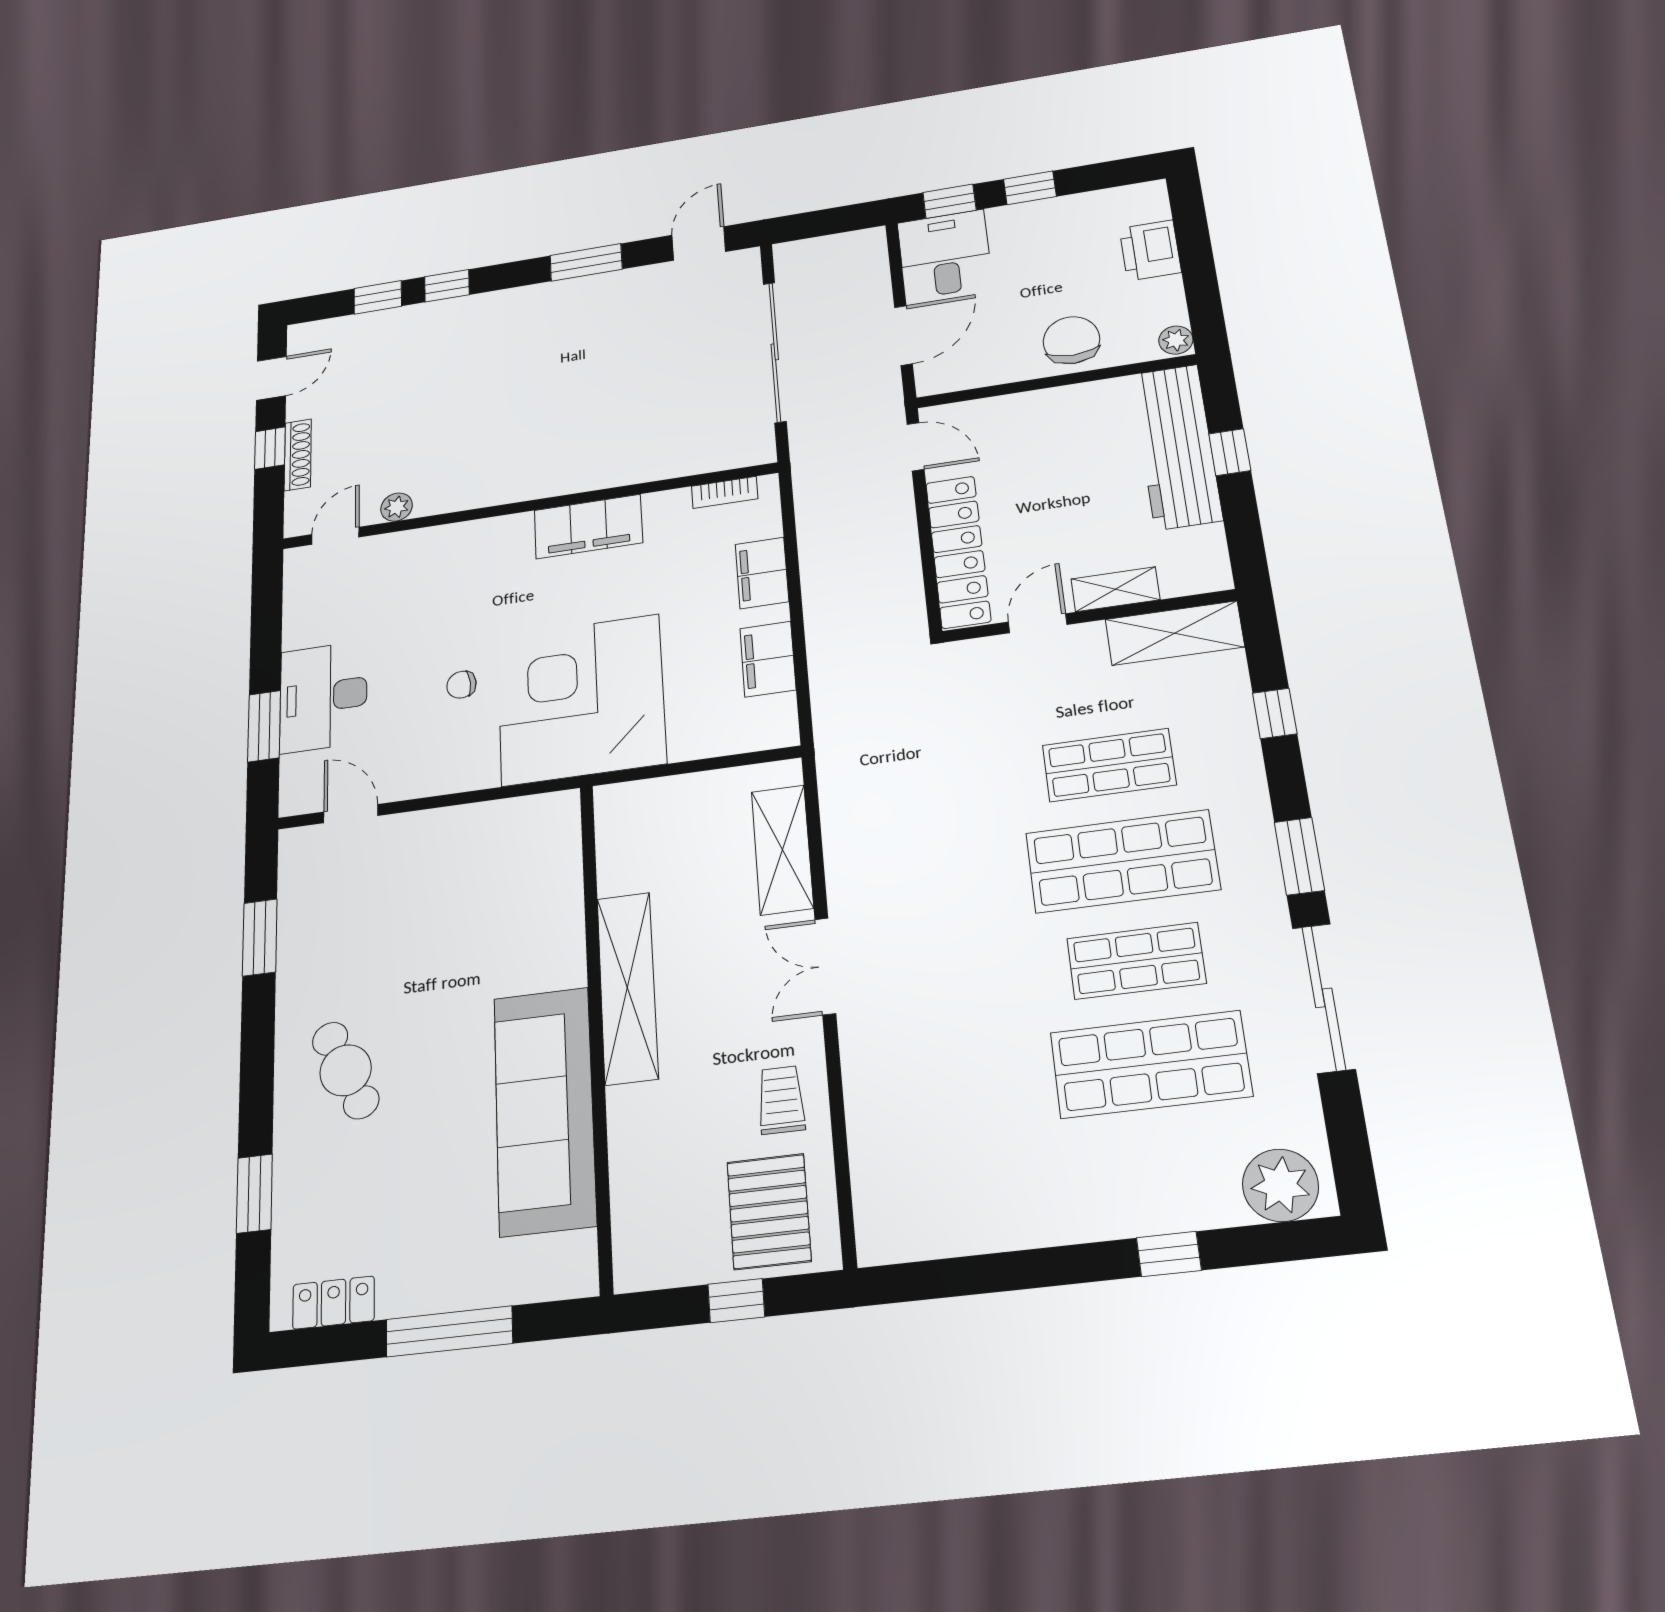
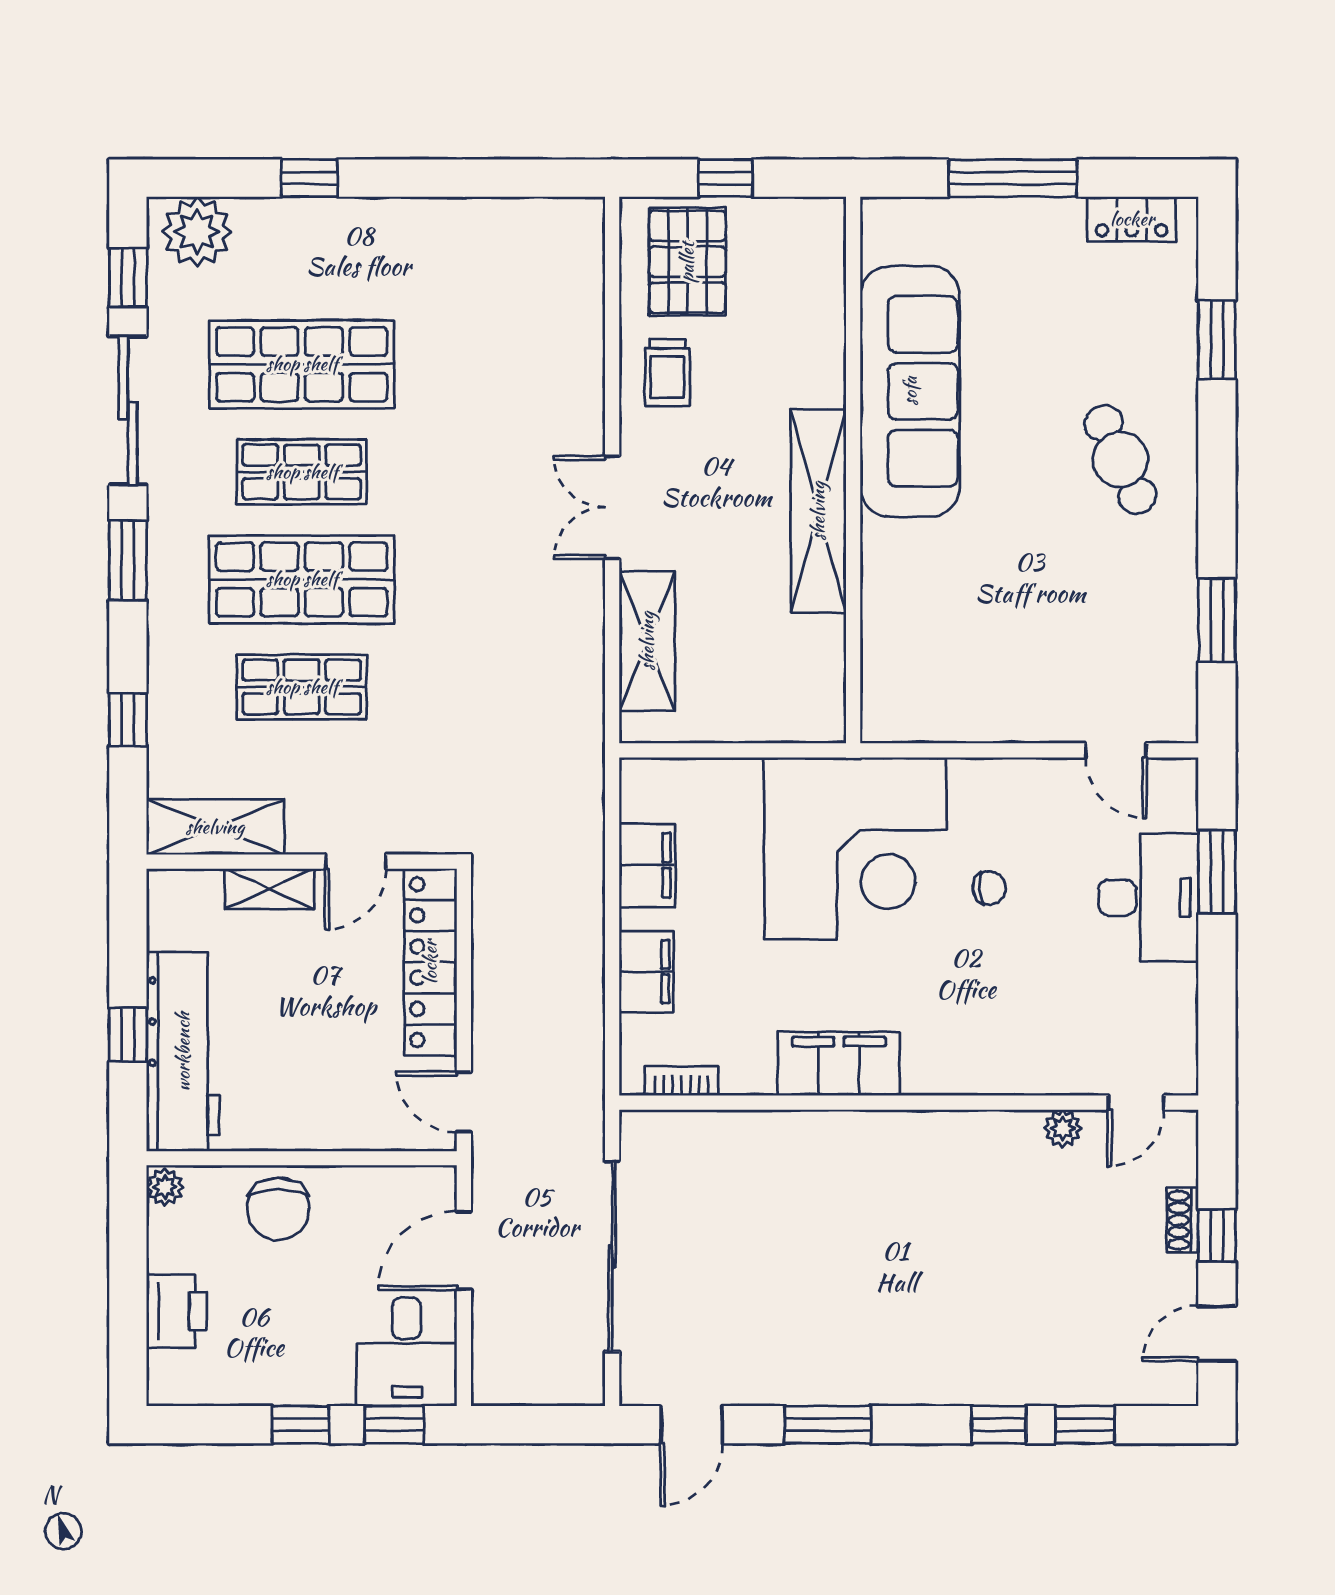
shoe rack: (298, 455) -> (1182, 1220), width x0.70
double door: (825, 966) -> (612, 507), swing flipped
window: (1346, 1130) -> (128, 278), added

